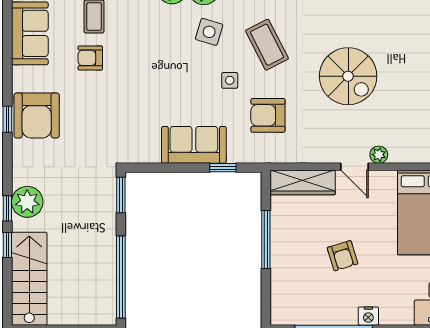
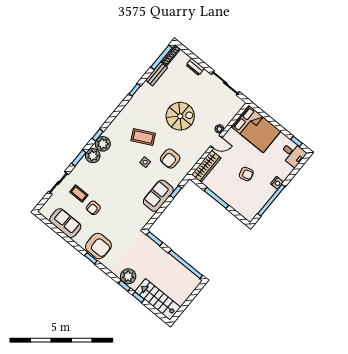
side table: (209, 32) -> (120, 155), removed

